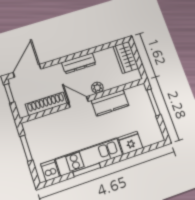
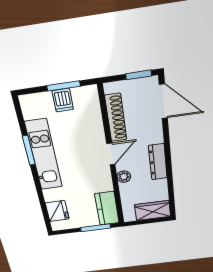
kitchen counter: (110, 103) -> (107, 208), moved
fridge: (130, 143) -> (57, 211), moved
dishwasher: (50, 170) -> (63, 100), moved, turned 90

